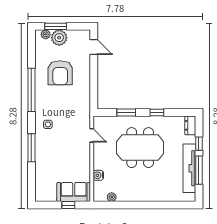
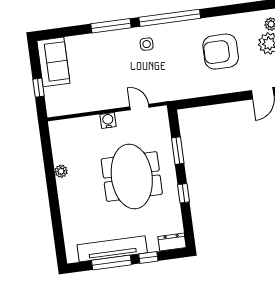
window: (31, 90) -> (170, 18), moved
door: (92, 135) -> (139, 107), swing flipped
water cooler: (98, 175) -> (108, 120), moved
sofa: (74, 192) -> (53, 62), moved
plant: (112, 197) -> (61, 171), moved

